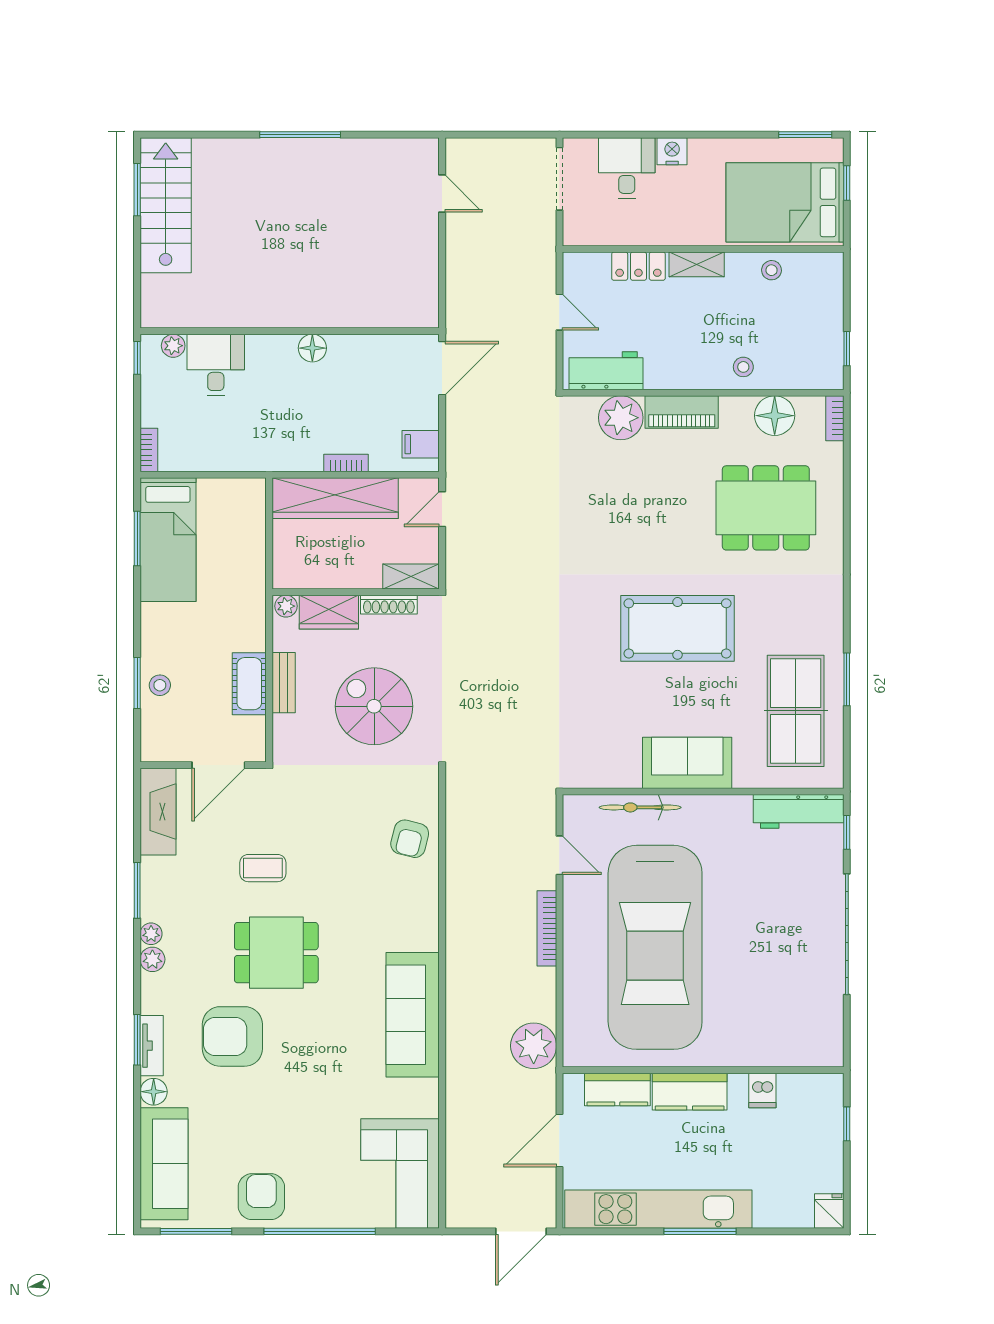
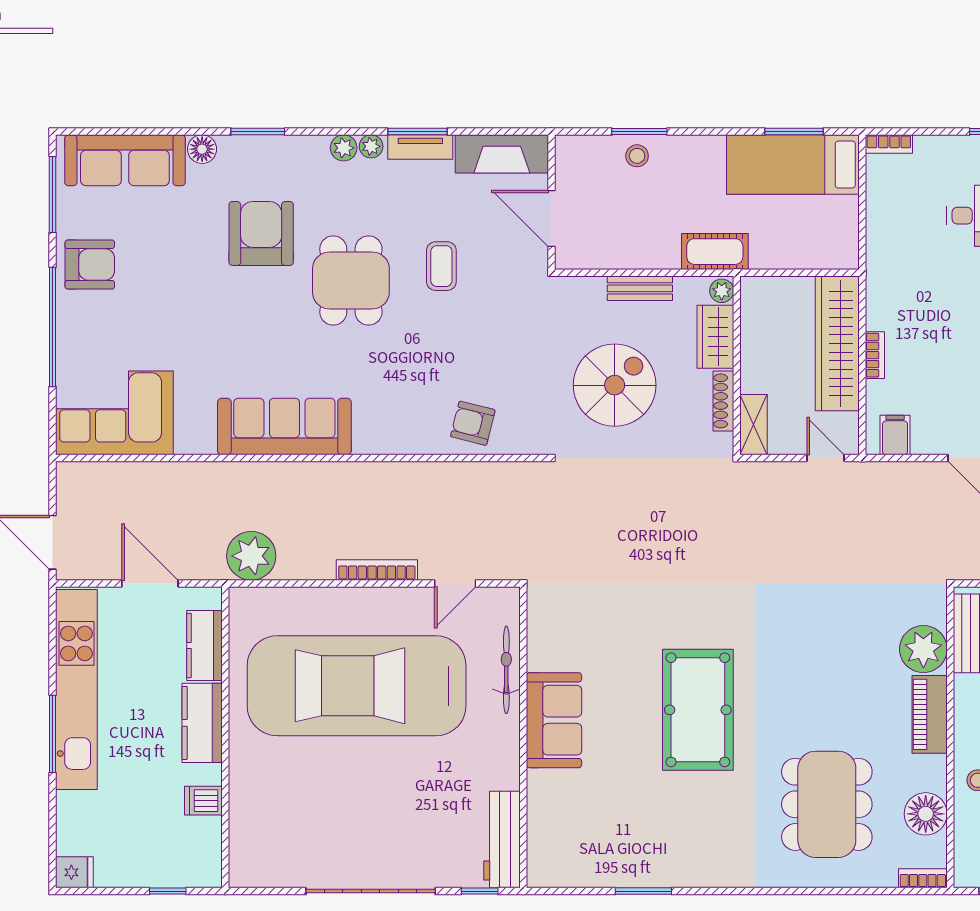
cot: (249, 684) -> (715, 252), moved
table tennis table: (796, 711) -> (609, 836), removed
tv unit: (152, 1046) -> (420, 147), moved

